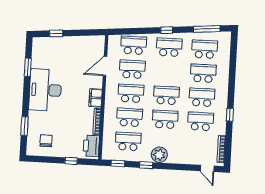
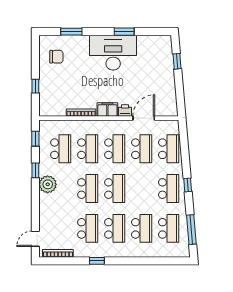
door: (105, 66) -> (144, 118), hinge flipped
window: (28, 67) -> (124, 32), moved
printer: (91, 146) -> (125, 110), moved, width x0.53, depth x0.68

